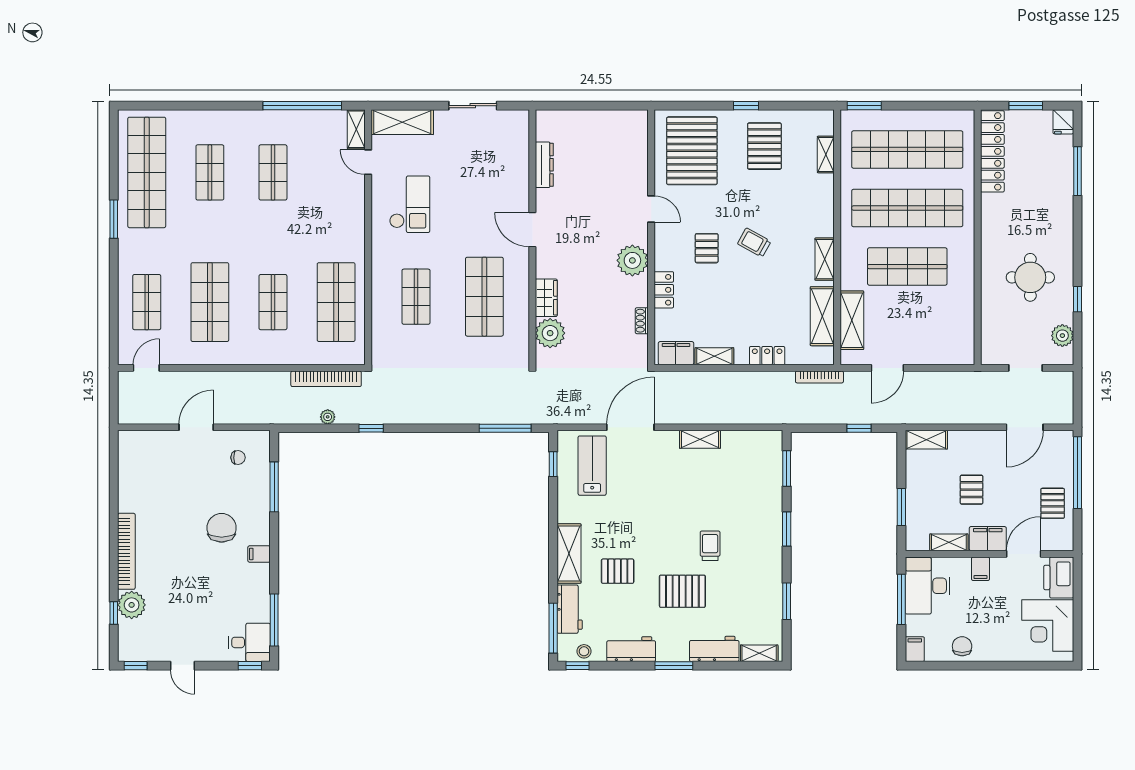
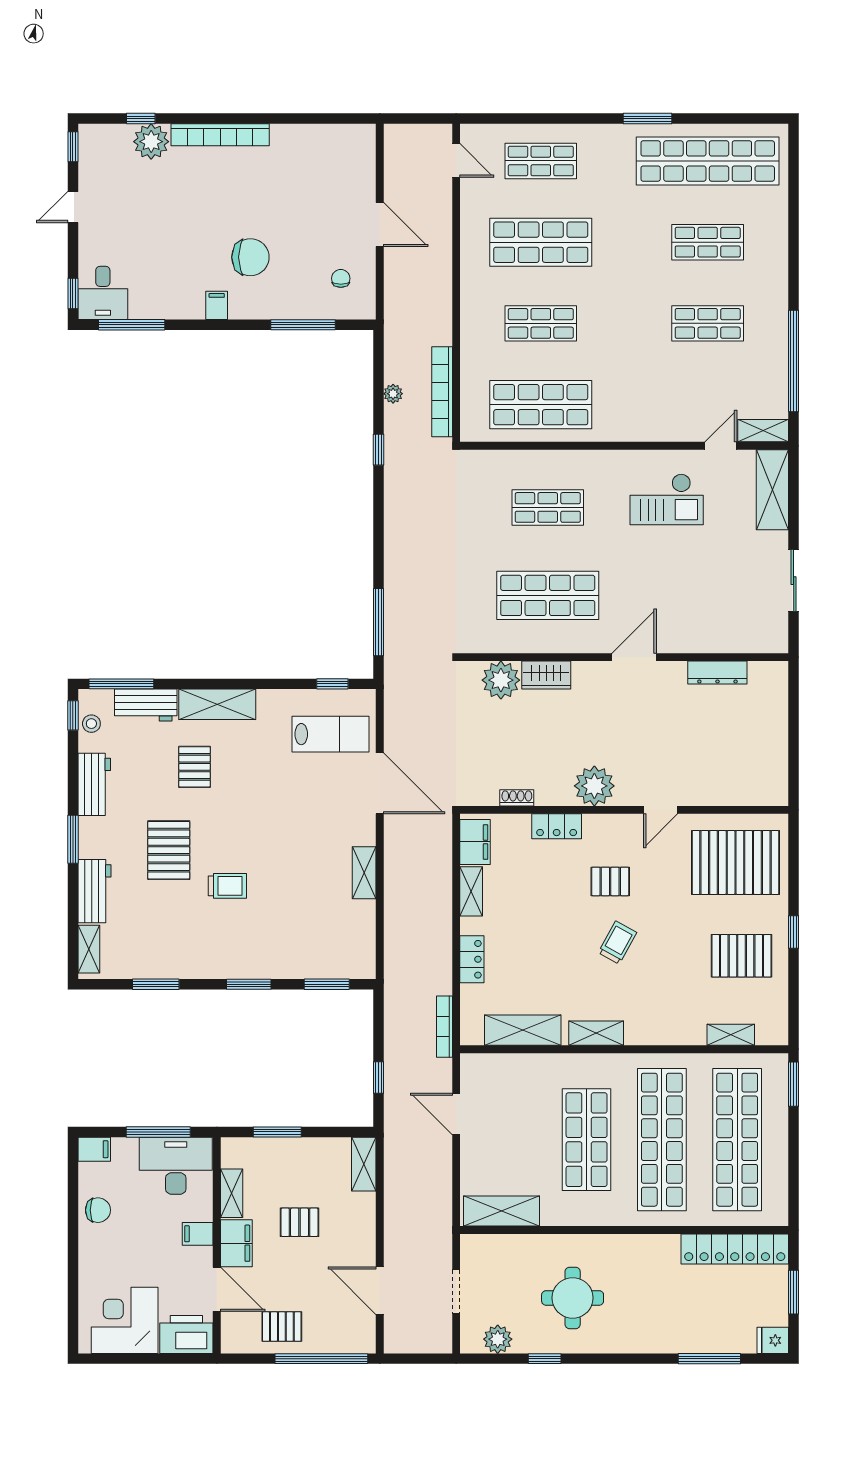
shelving: (852, 320) -> (502, 1211), moved
chair: (238, 458) -> (341, 278), turned 180

